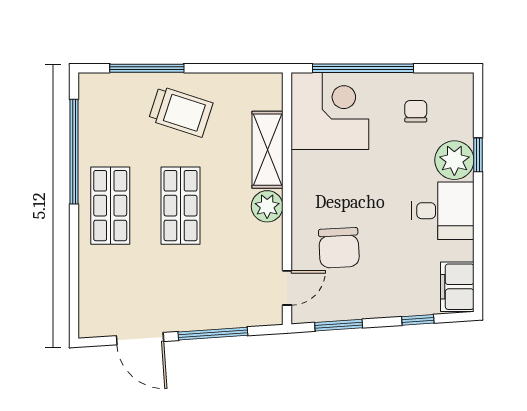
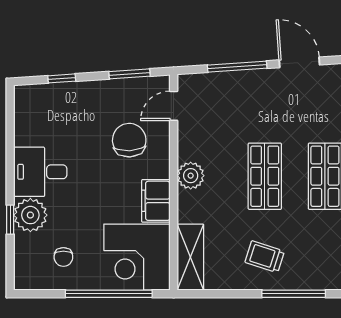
trolley: (181, 112) -> (265, 257), width x0.73, depth x0.72
shelving: (267, 150) -> (190, 257), moved
filing cabinet: (457, 287) -> (156, 201), moved, turned 180

